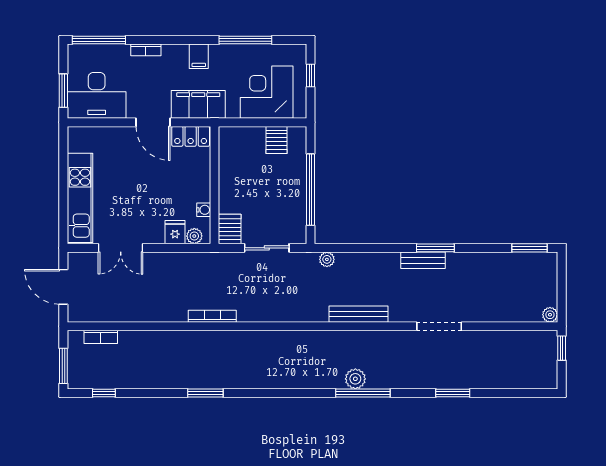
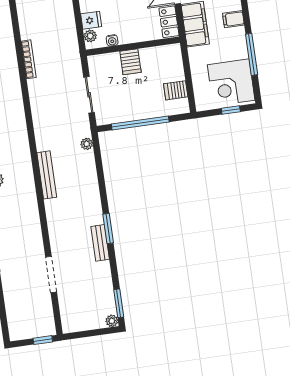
corner desk: (267, 92) -> (231, 82), moved, turned 180
server rack: (230, 229) -> (130, 62), moved, turned 90
bench: (423, 260) -> (100, 243), moved
plant: (550, 315) -> (112, 321), moved
doorway: (439, 326) -> (51, 274), moved

